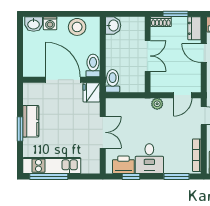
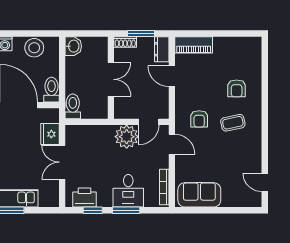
fridge: (92, 92) -> (50, 134), moved
plant: (157, 104) -> (127, 137), width x1.87, depth x1.87
double door: (103, 132) -> (62, 162), swing flipped
desk: (149, 159) -> (128, 191), moved
window: (177, 177) -> (126, 210), moved

